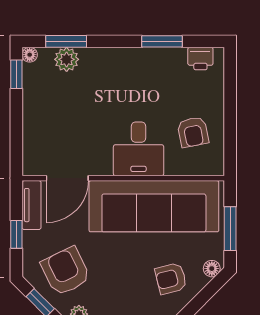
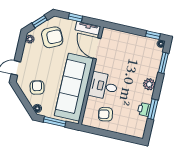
plant: (67, 59) -> (149, 84), moved
printer: (200, 59) -> (144, 109), moved

